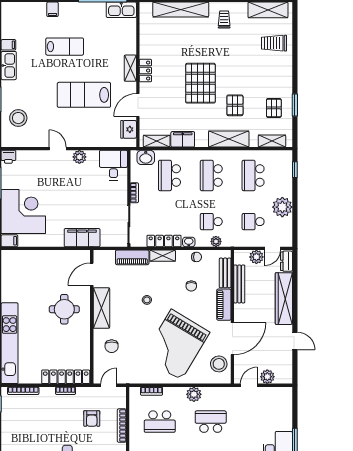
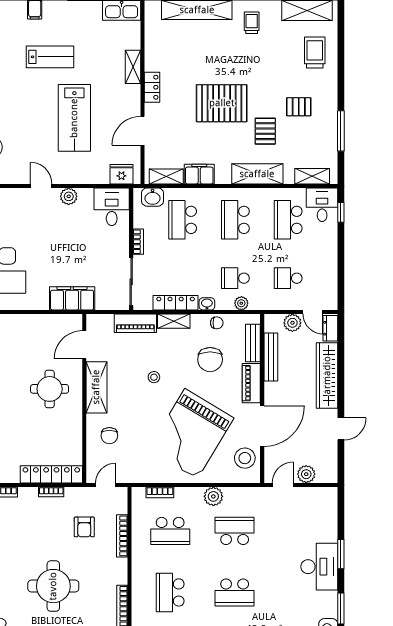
trolley: (274, 43) -> (315, 53), turned 90
shelving: (130, 68) -> (133, 67), moved
pallet: (200, 83) -> (222, 103), turned 90
lab bench: (84, 95) -> (74, 118), turned -90
window: (295, 105) -> (341, 131), width x1.44
pallet: (274, 108) -> (299, 107), moved, turned 90
fridge: (129, 129) -> (121, 174), moved, turned 90
desk: (280, 164) -> (322, 205), added
plant: (282, 207) -> (325, 260), removed
door: (273, 248) -> (313, 312), hinge flipped
chair: (191, 286) -> (210, 360), width x1.87, depth x1.87
door: (295, 341) -> (341, 429), hinge flipped

